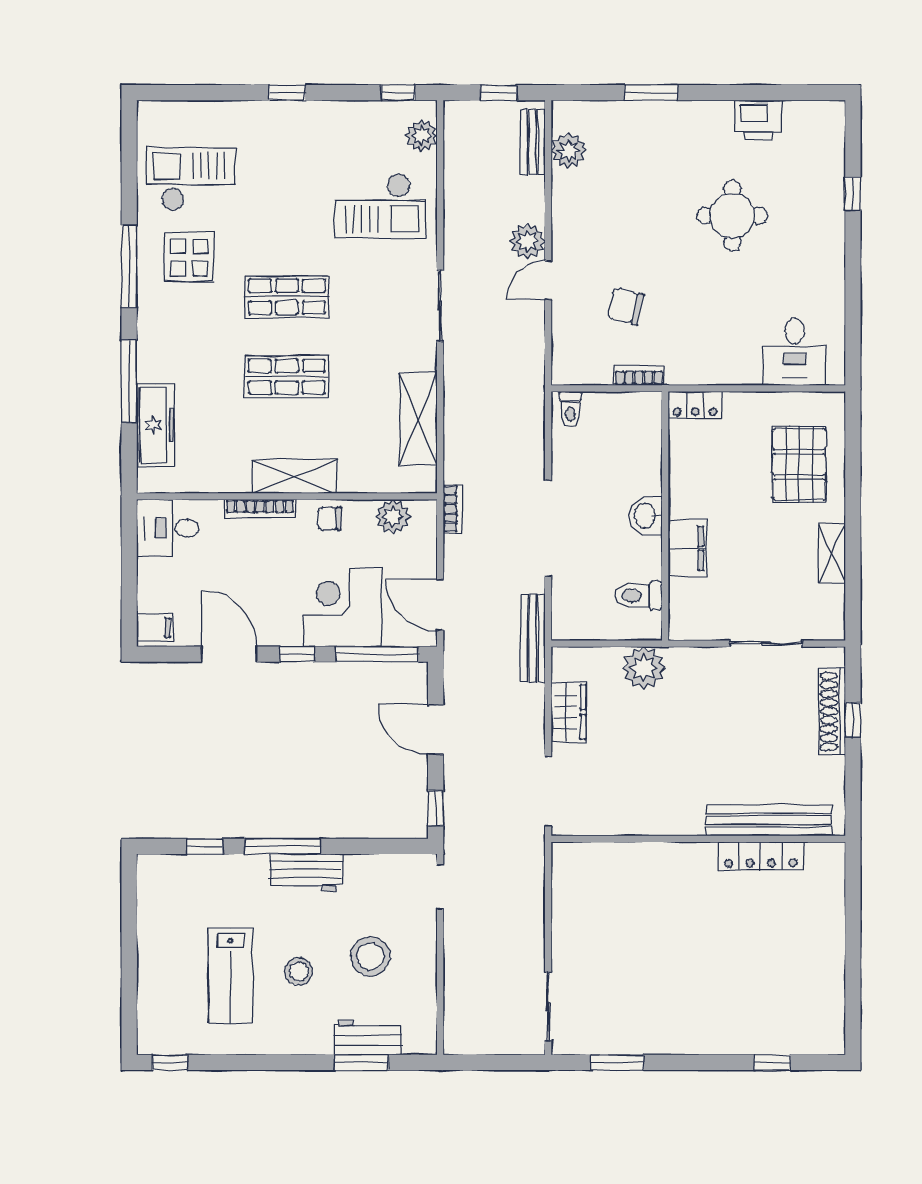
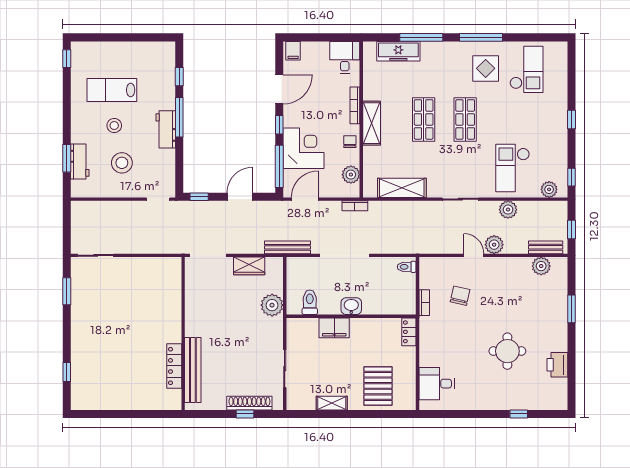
plant: (460, 214) -> (508, 210), added
pallet: (799, 464) -> (378, 386), turned 90

